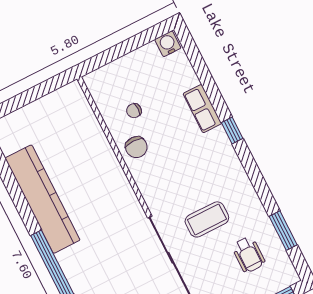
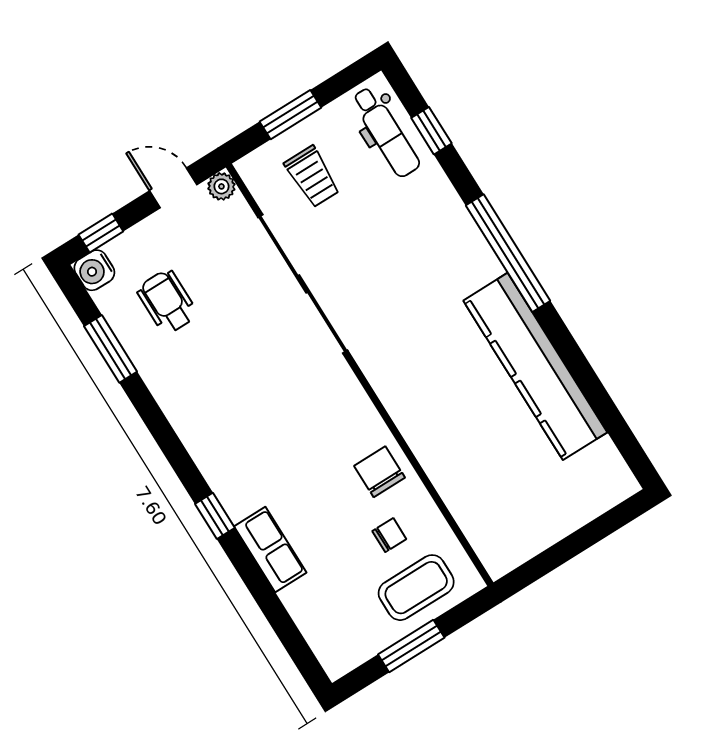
water cooler: (168, 44) -> (94, 270), moved, turned 90
window: (127, 46) -> (411, 646), added
coffee table: (207, 219) -> (416, 588), moved

